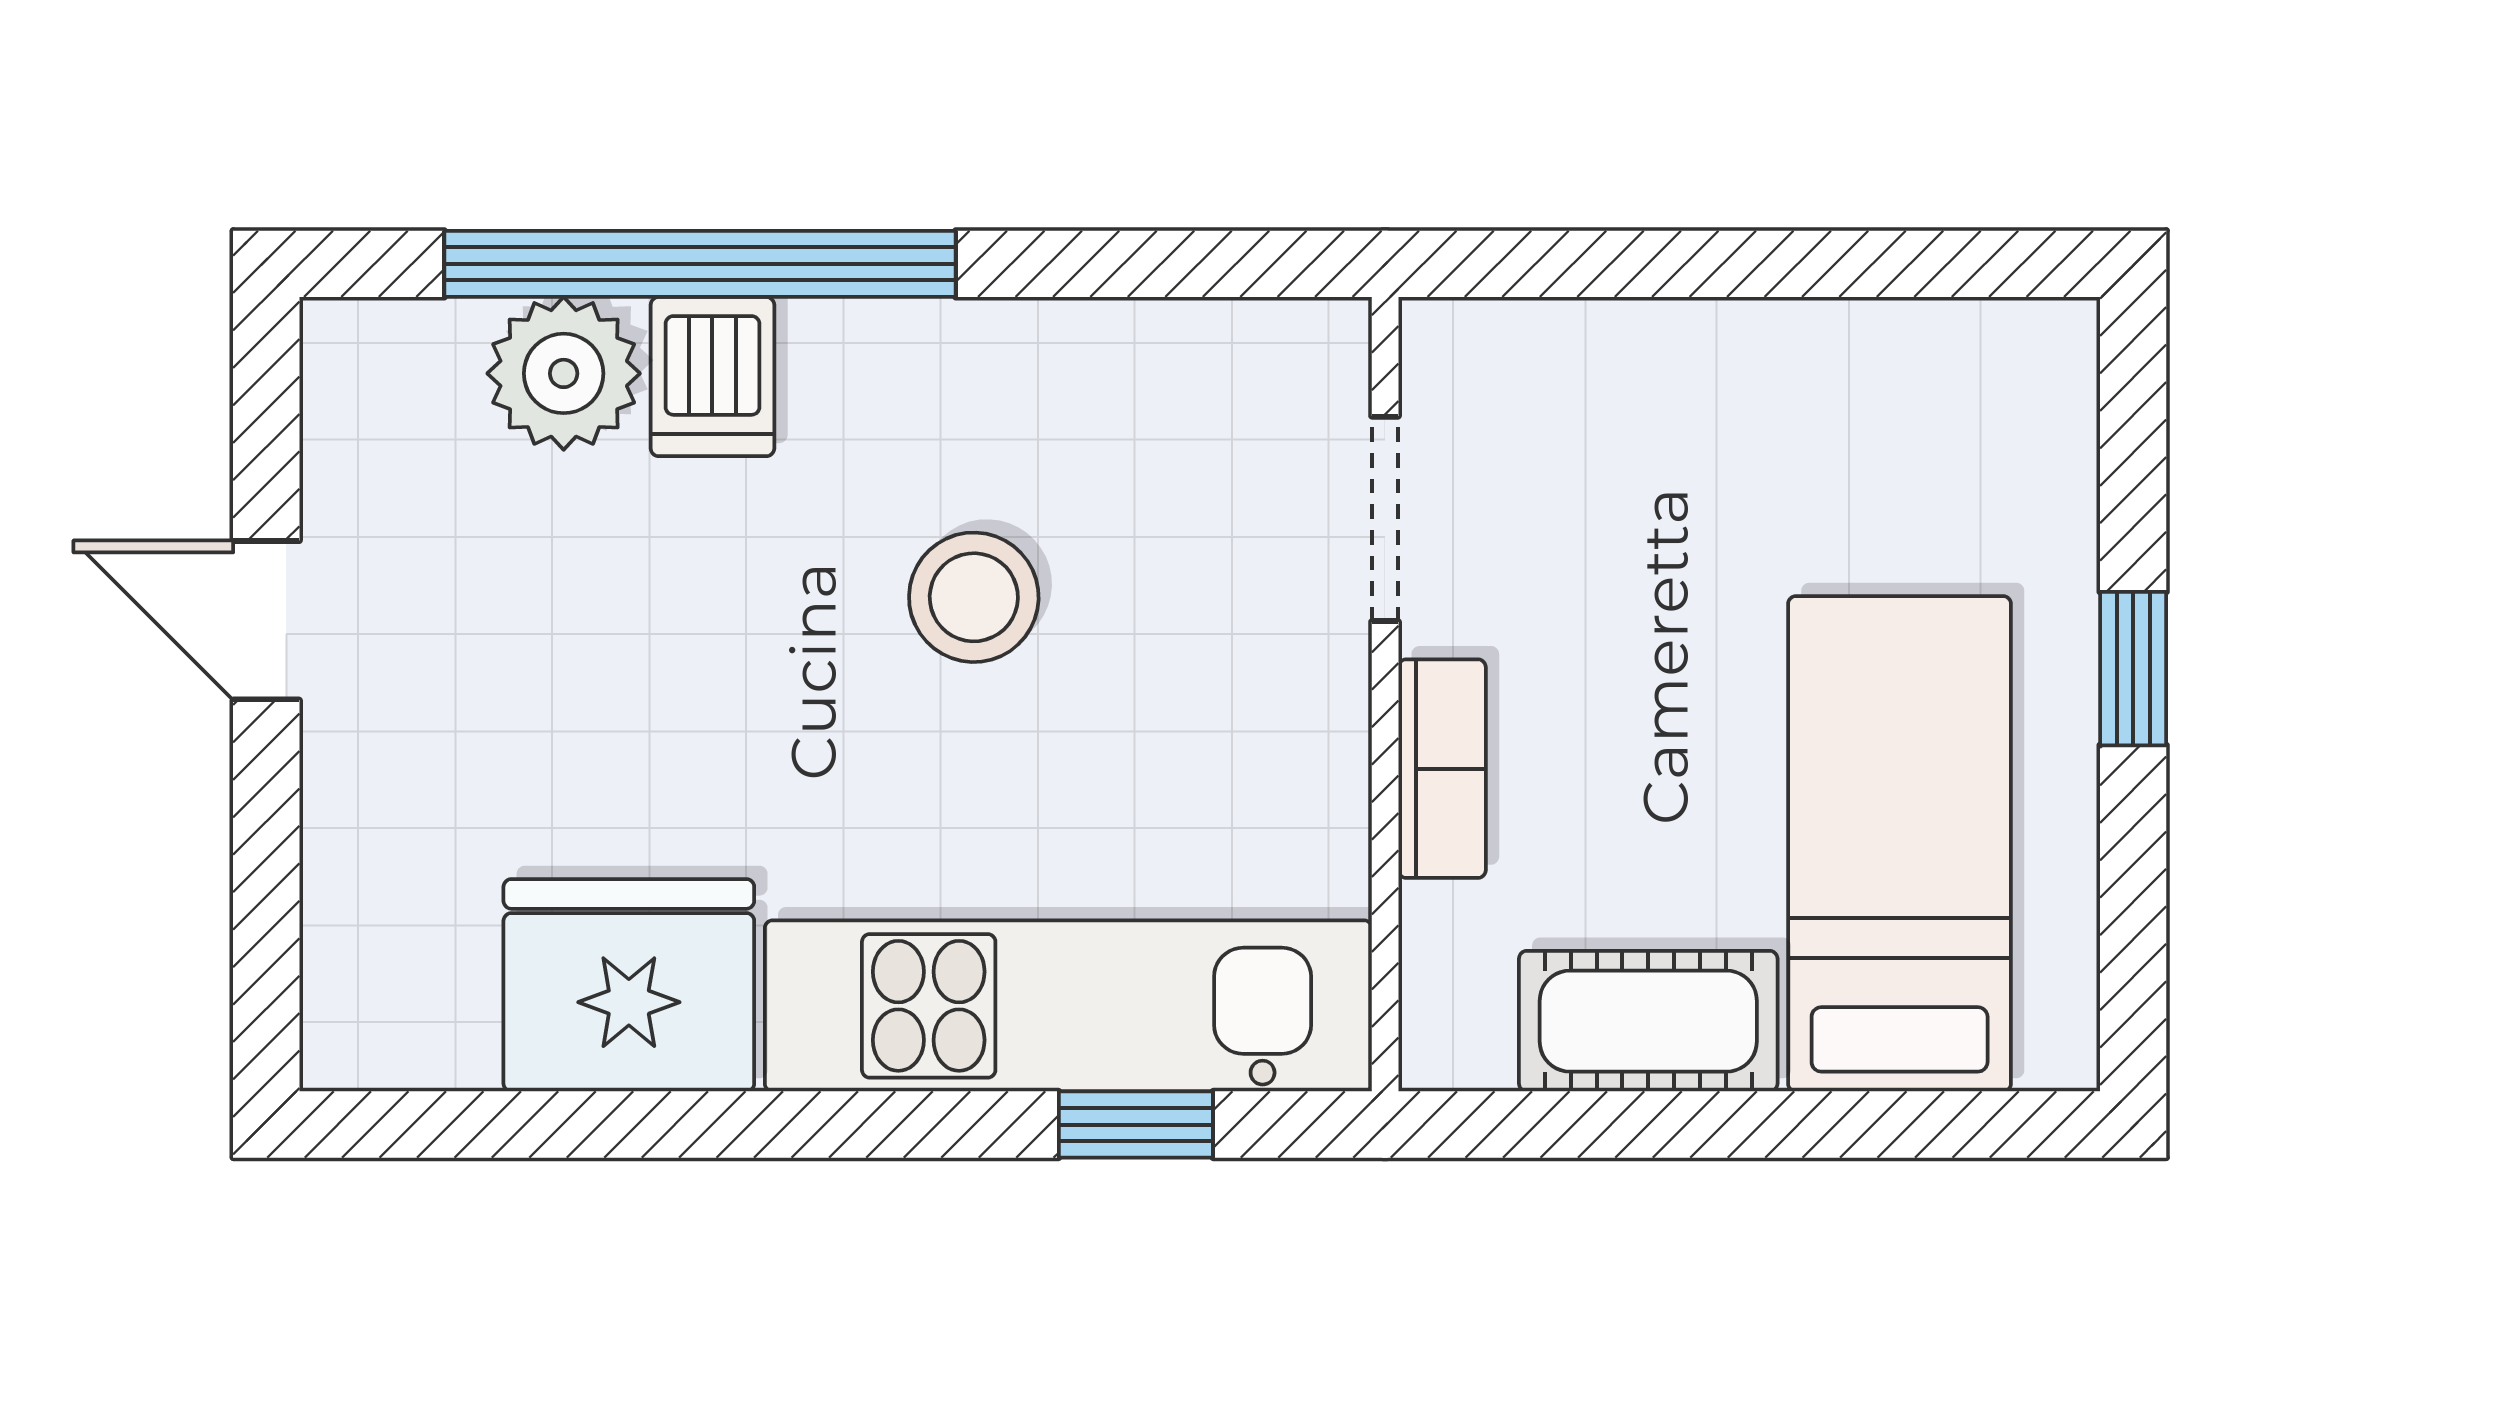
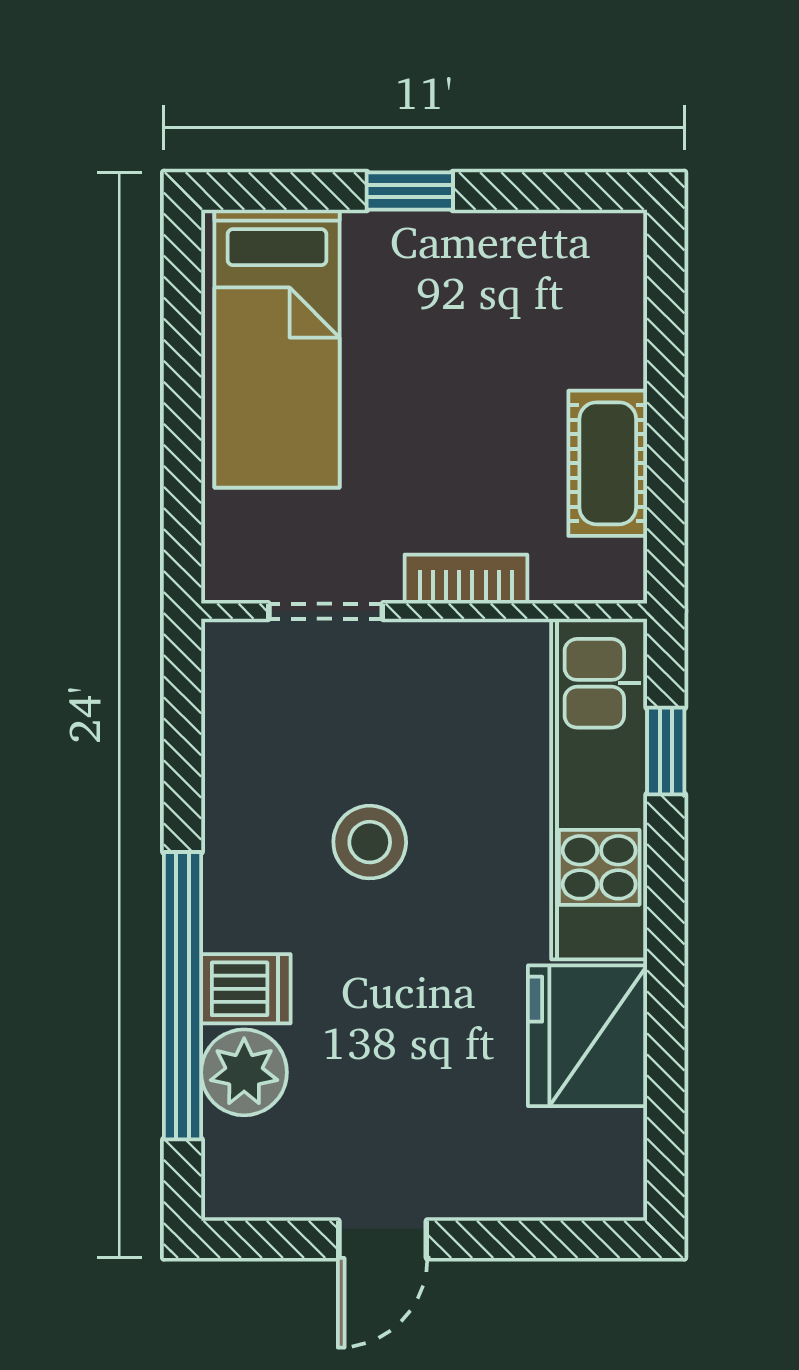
bed: (1900, 844) -> (277, 349), moved, turned -90

